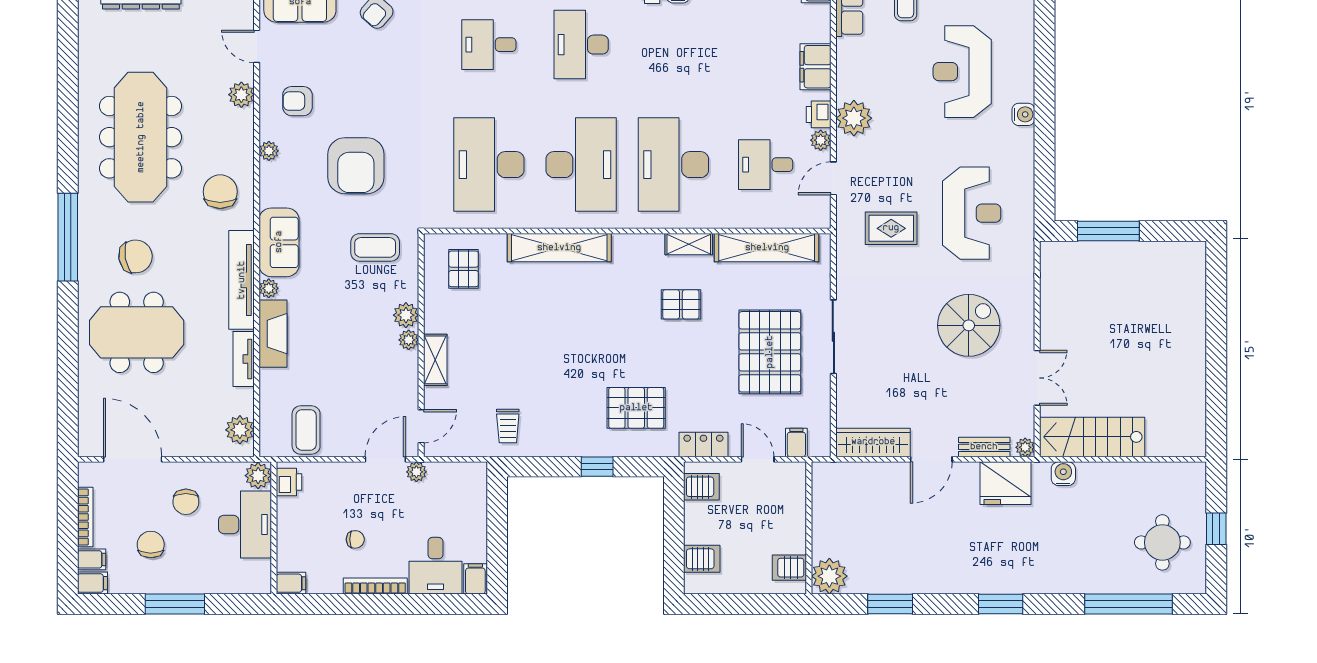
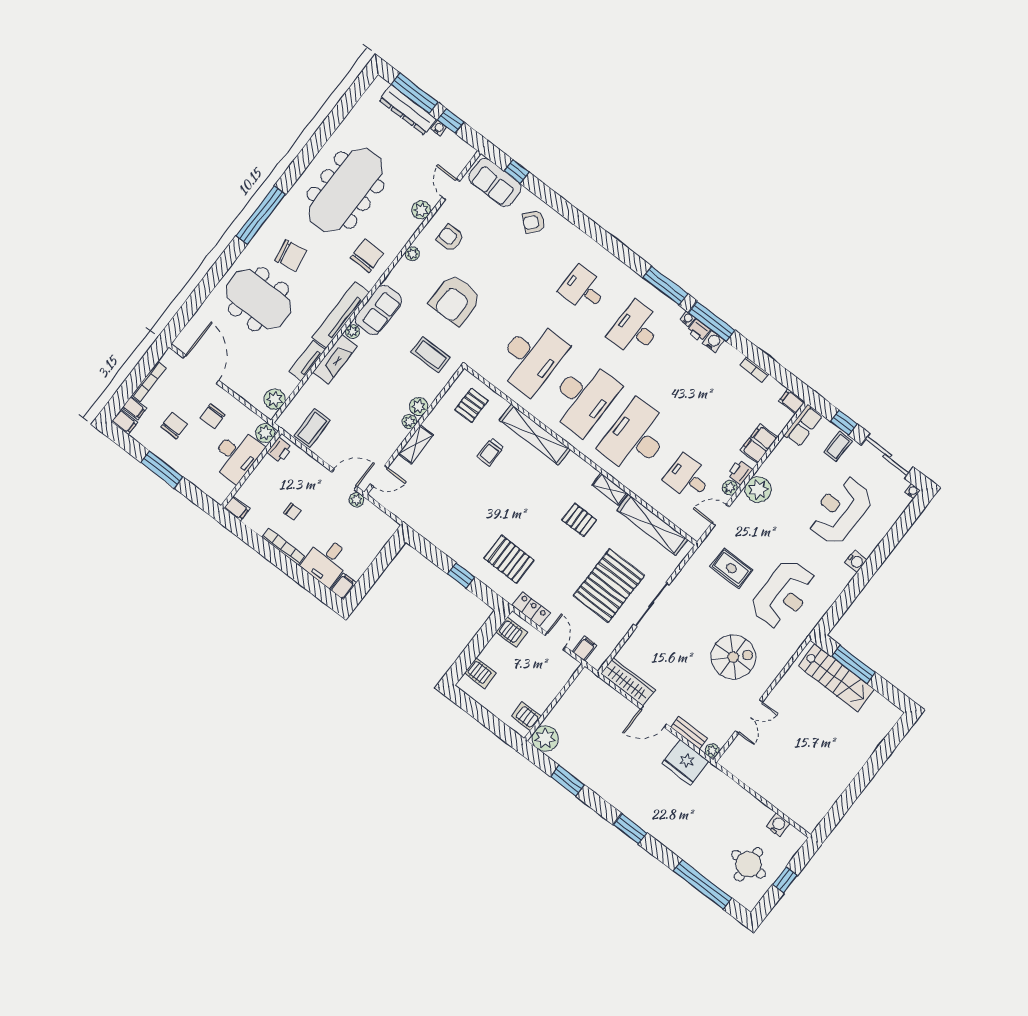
desk: (489, 165) -> (531, 357), turned 180
trolley: (508, 426) -> (490, 452), moved
stairs: (1092, 437) -> (836, 678), moved, turned 180
water cooler: (1063, 474) -> (778, 825), moved

